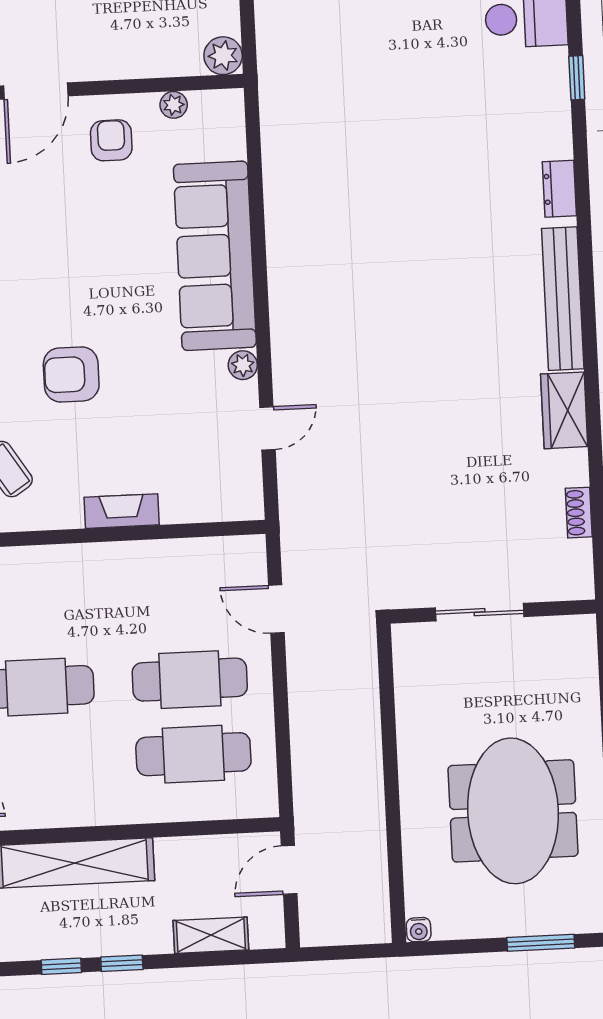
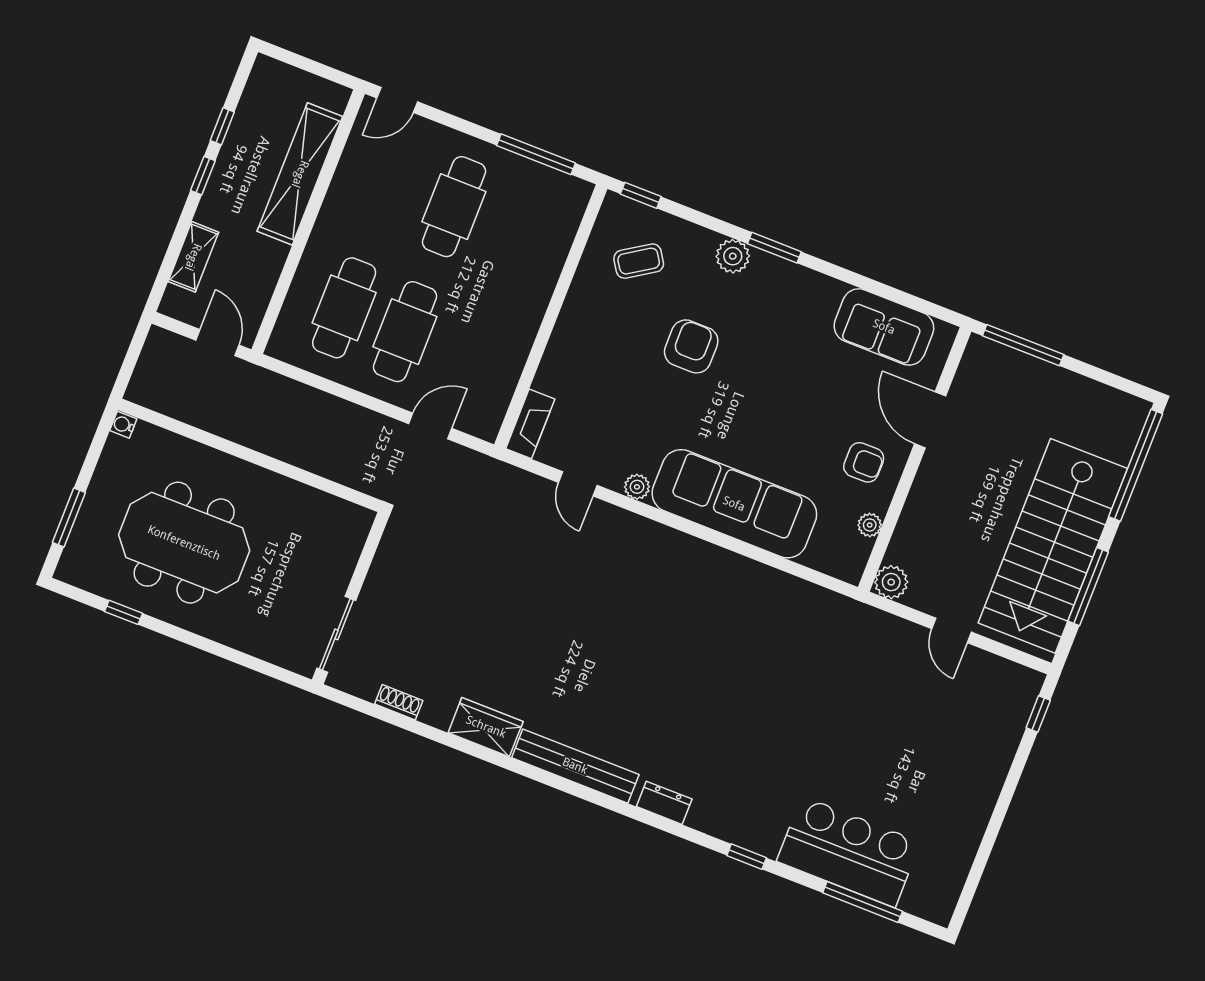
fireplace: (122, 511) -> (530, 424), moved
sliding door: (480, 612) -> (336, 634), moved

